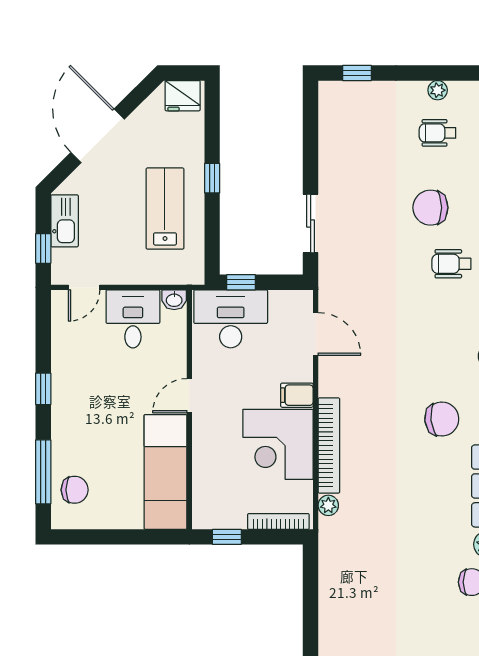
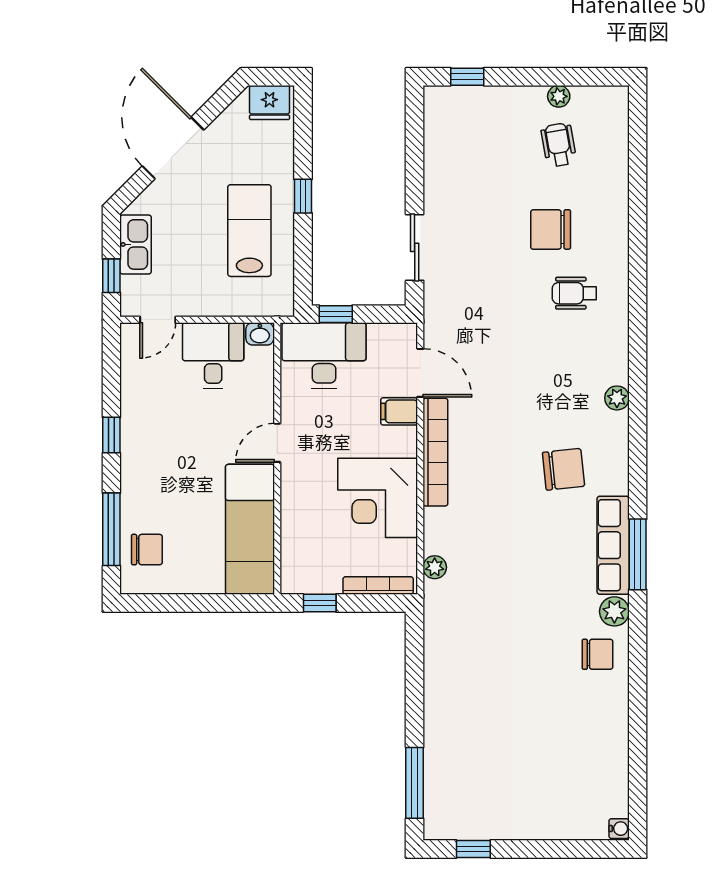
wheelchair: (437, 133) -> (559, 145), turned 80
filing cabinet: (297, 395) -> (399, 411), moved
bookcase: (329, 446) -> (435, 452), moved

